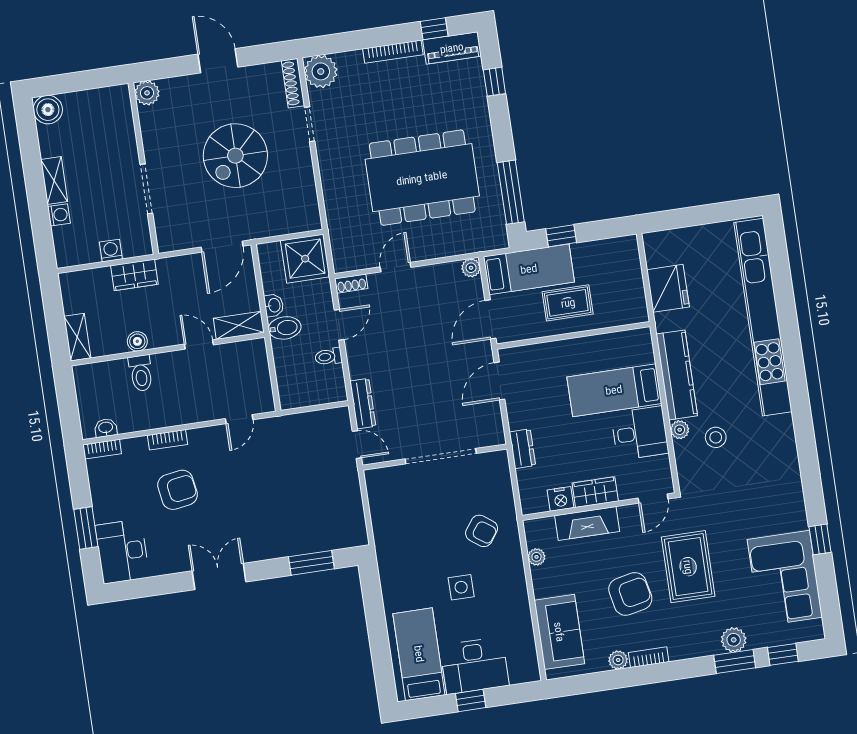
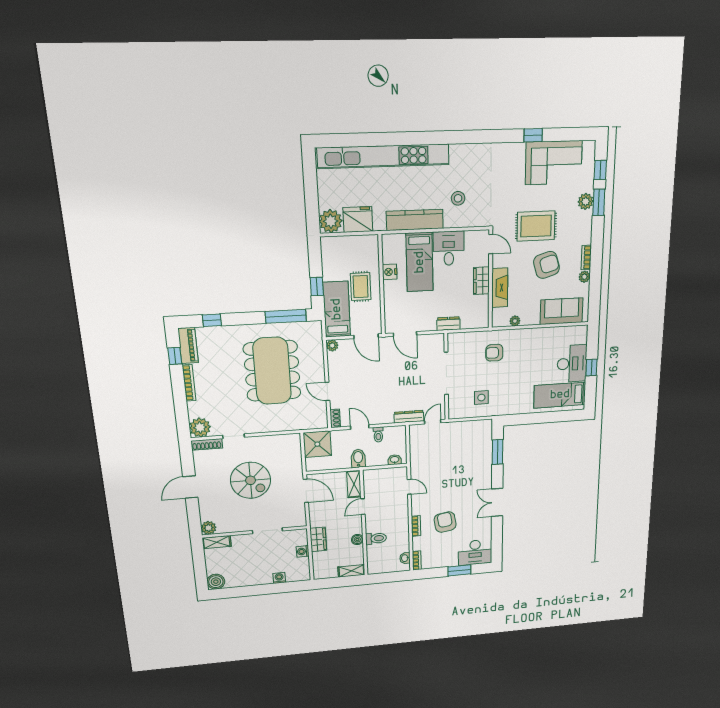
shelving: (54, 180) -> (217, 542), moved
washbasin: (274, 305) -> (395, 460), moved
plant: (680, 430) -> (331, 221), moved, width x1.87, depth x1.87
nightstand: (561, 499) -> (390, 272), moved, turned 180
armchair: (482, 531) -> (494, 353), turned -126
side table: (461, 587) -> (481, 398), moved
armchair: (630, 594) -> (547, 265), turned 86

